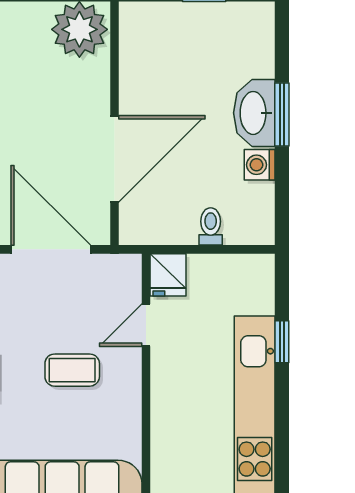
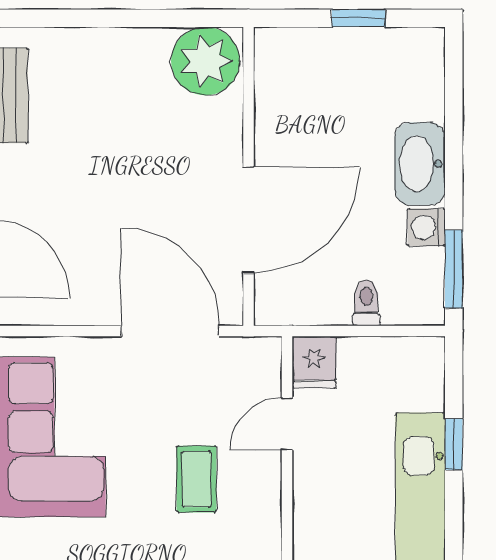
window: (282, 114) -> (454, 269), moved
coffee table: (72, 370) -> (196, 479), turned 90

